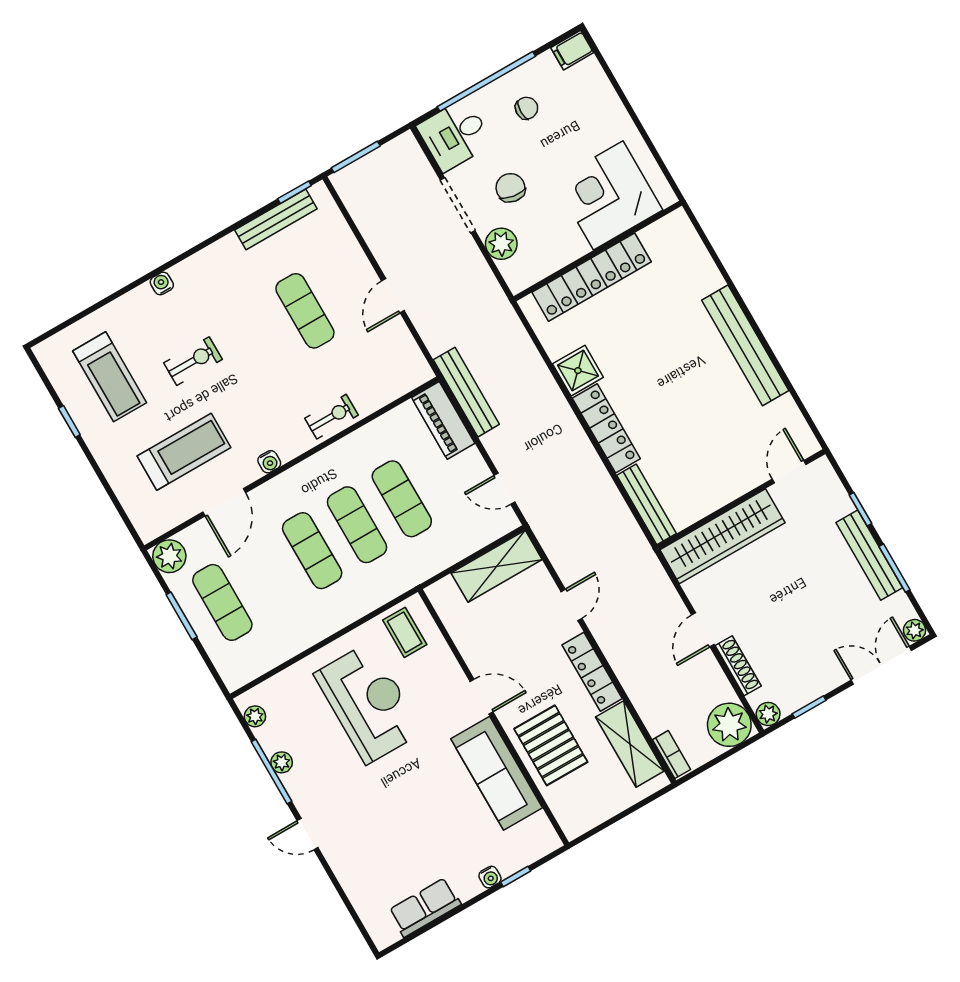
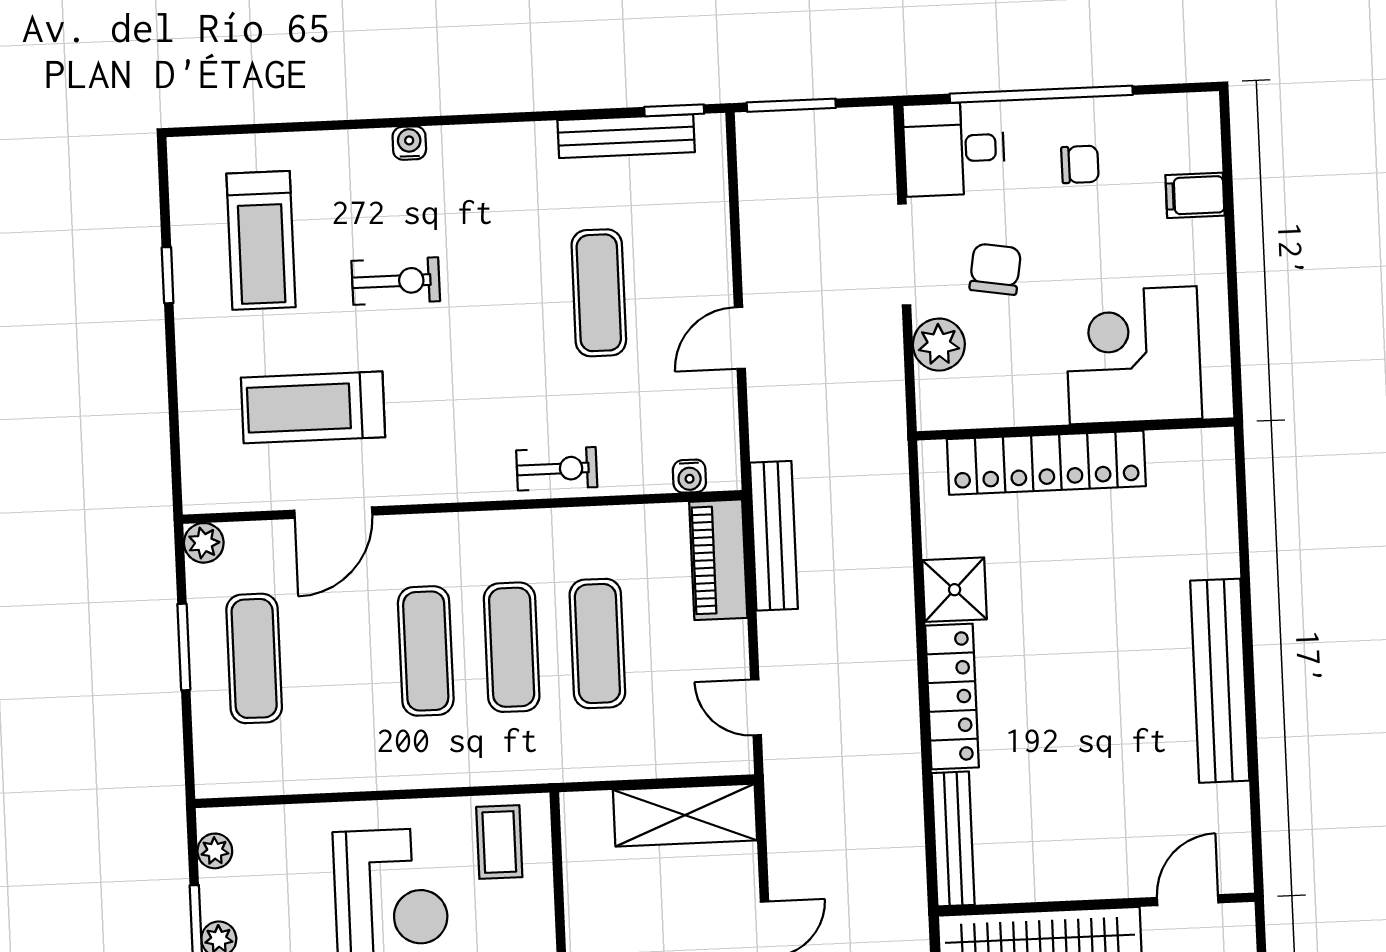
filing cabinet: (572, 50) -> (1195, 195), moved
treadmill: (184, 452) -> (313, 407), turned 180
water cooler: (269, 462) -> (689, 476), moved
plant: (169, 556) -> (204, 543), width x0.73, depth x0.73

